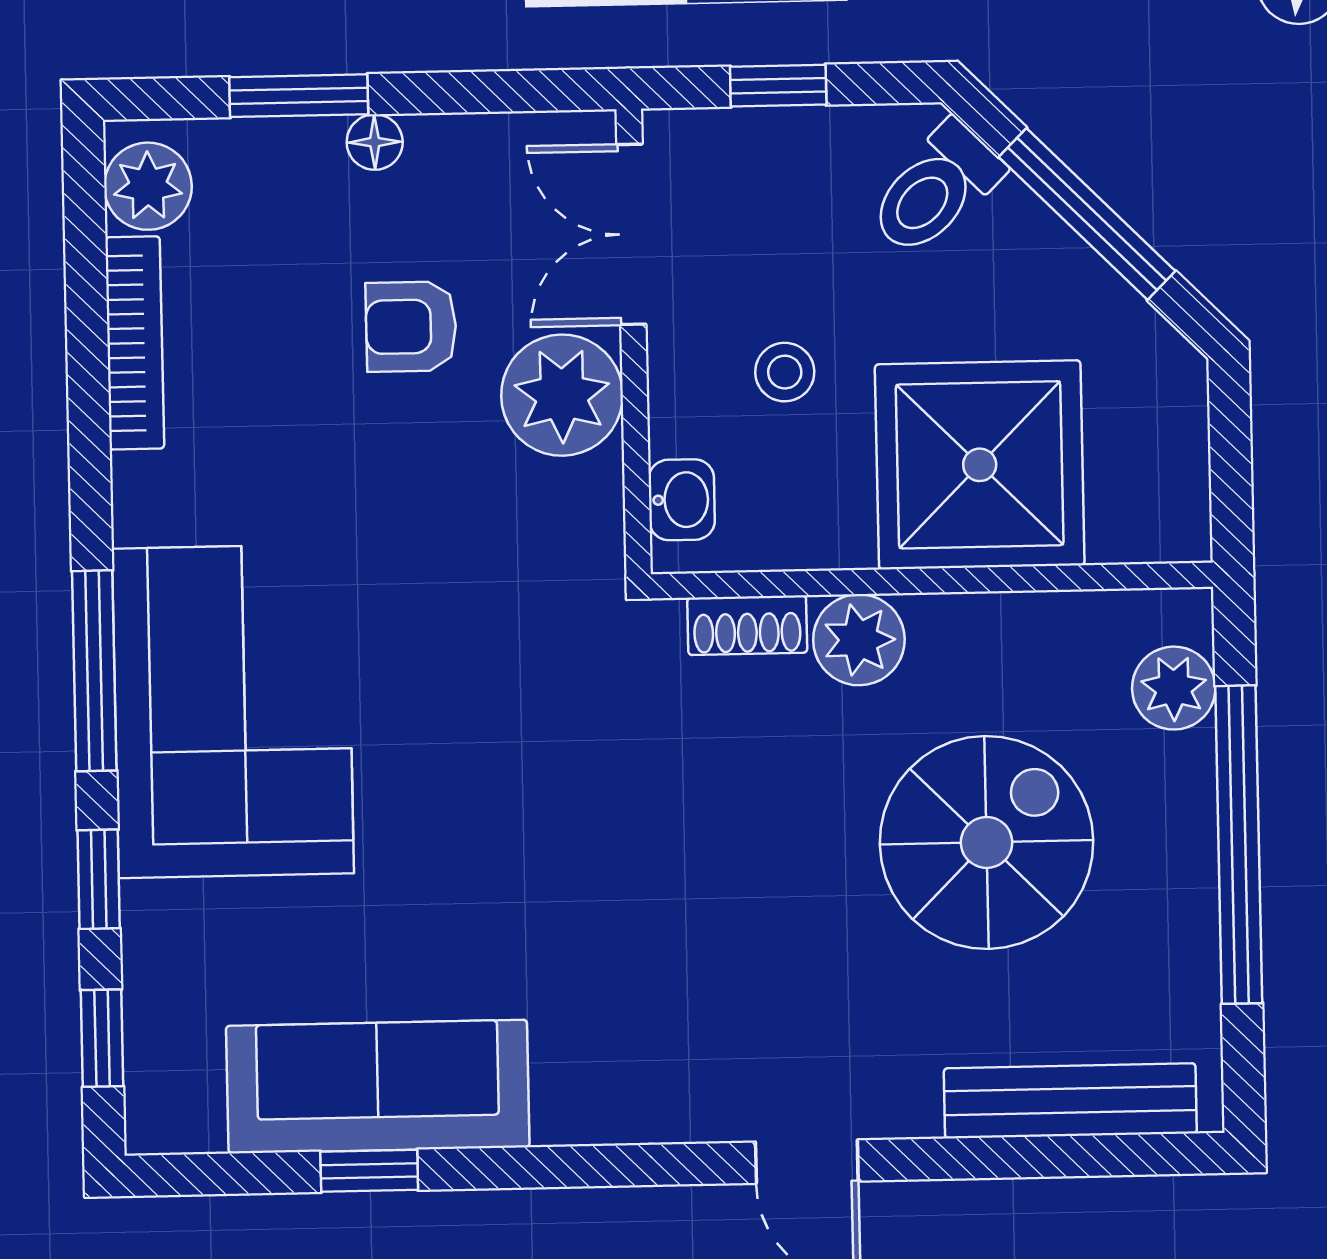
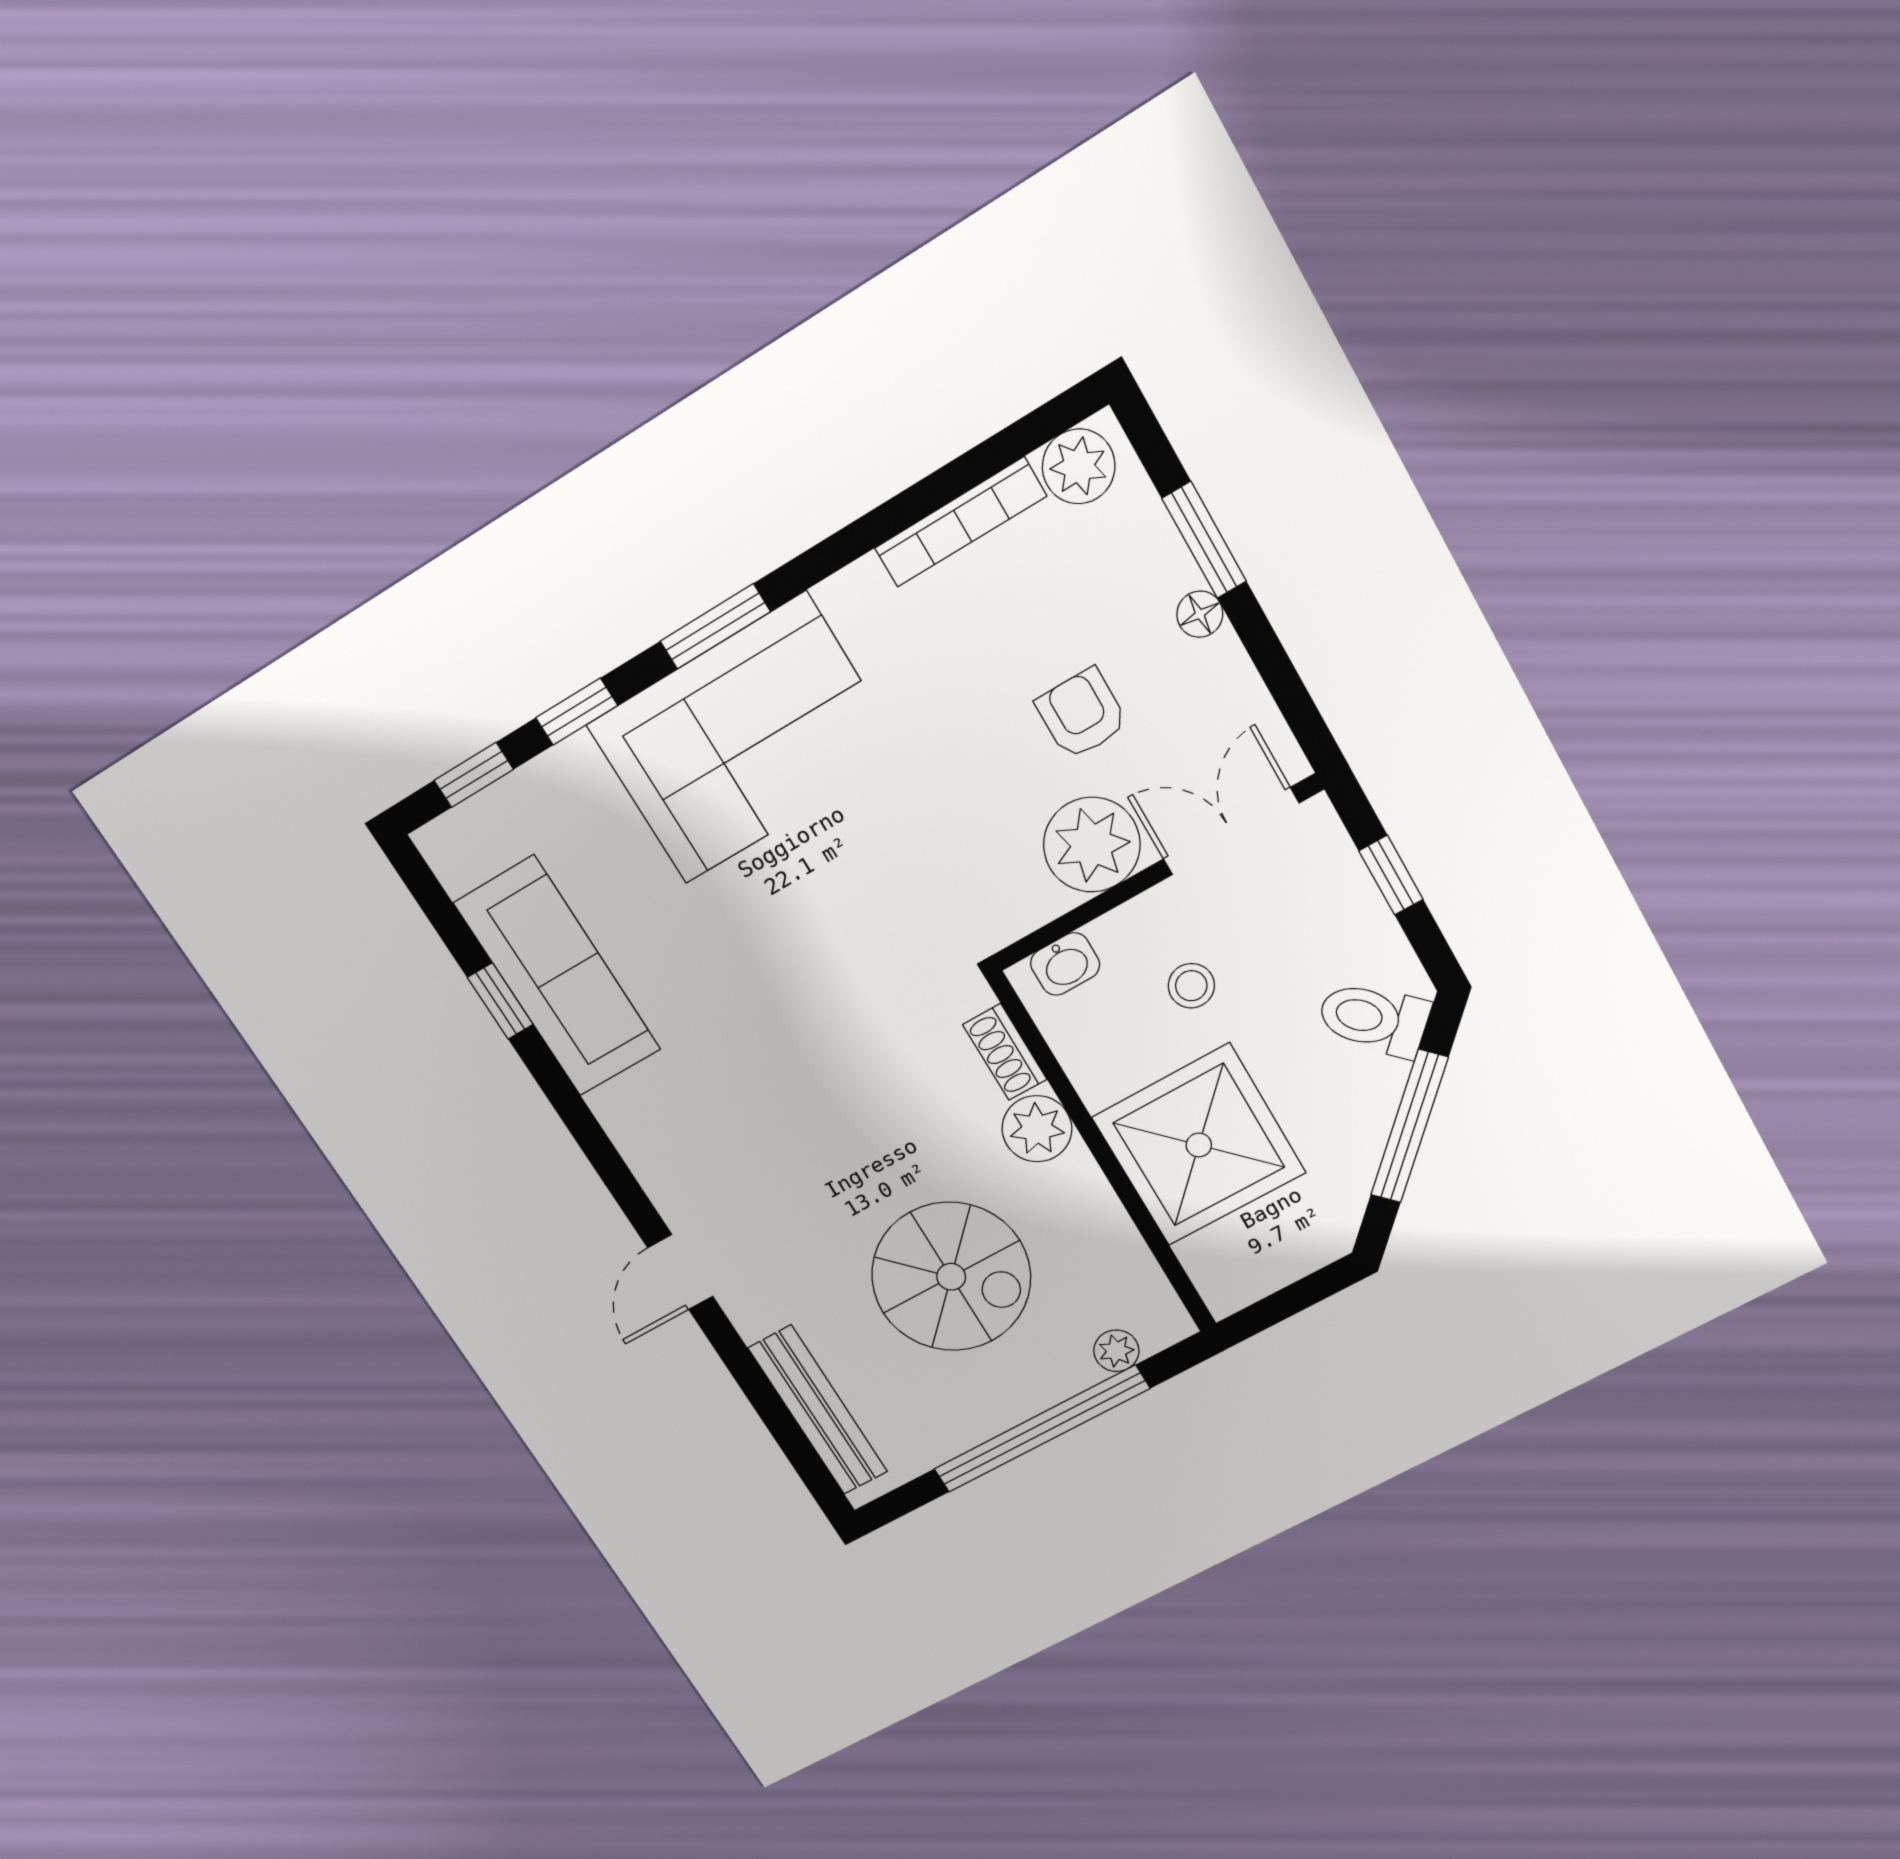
window: (94, 671) -> (715, 626), width x0.69
plant: (1174, 688) -> (1116, 1351), width x0.73, depth x0.73

